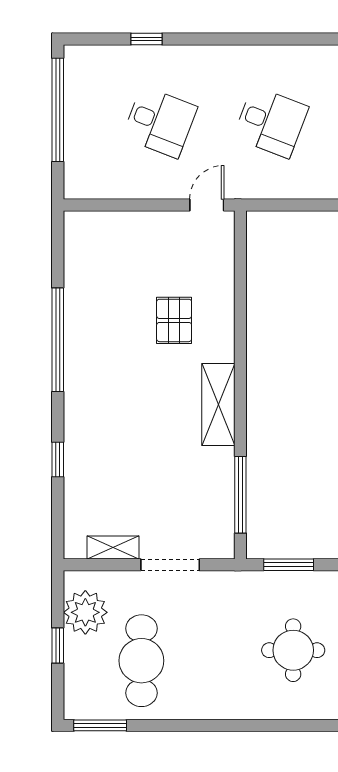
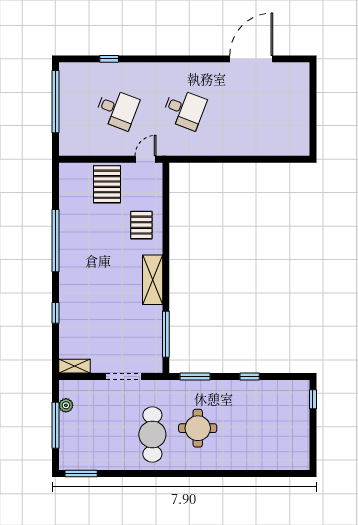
pallet: (143, 246) -> (107, 184), added
pallet: (174, 320) -> (141, 225), moved
shelving: (113, 548) -> (74, 366), moved
plant: (85, 612) -> (66, 405), width x0.53, depth x0.53
window: (58, 646) -> (55, 425), width x2.17
cafe table: (141, 661) -> (152, 434), moved

